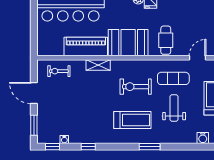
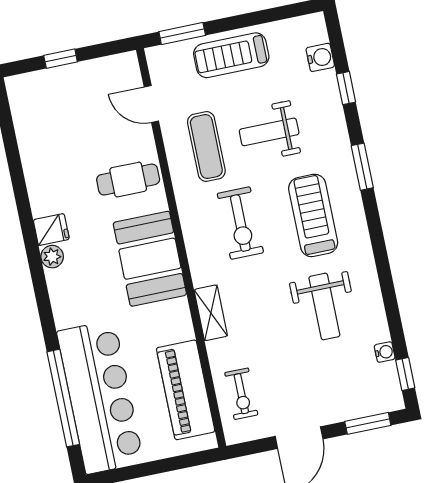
piano: (86, 46) -> (186, 390), moved
weight bench: (90, 117) -> (324, 306), added
window: (88, 147) -> (346, 88), moved

